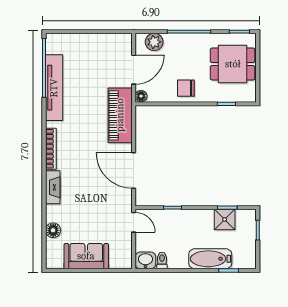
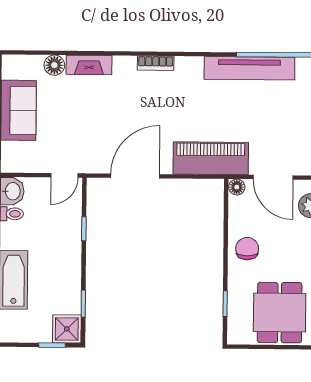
bookcase: (51, 149) -> (156, 63), width x0.64
fireplace: (53, 187) -> (89, 65), moved
shower: (225, 219) -> (67, 329), moved

